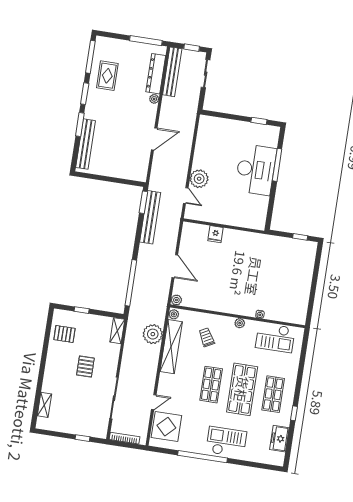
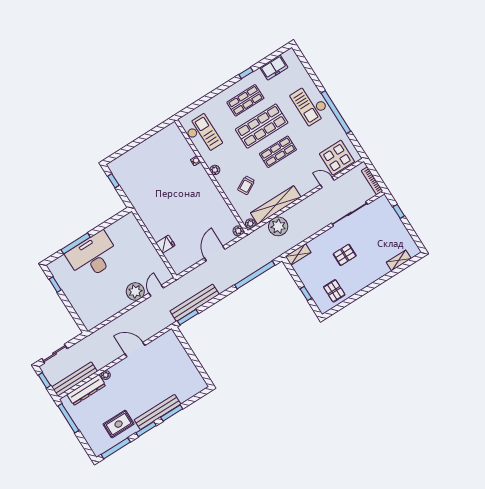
bench: (86, 144) -> (157, 412), moved

